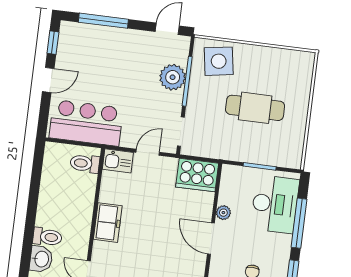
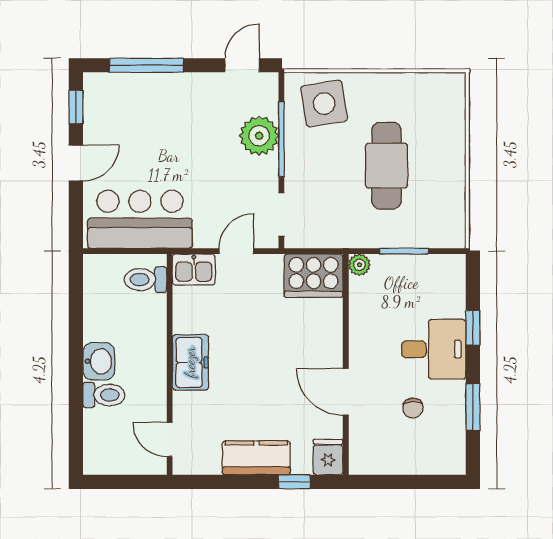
cafe table: (255, 108) -> (387, 166), turned 90
desk: (275, 204) -> (434, 349), moved, width x0.73
plant: (223, 213) -> (359, 265), moved
window: (299, 223) -> (473, 328), width x0.46
door: (211, 239) -> (346, 392), moved
washbasin: (41, 259) -> (99, 361), moved

